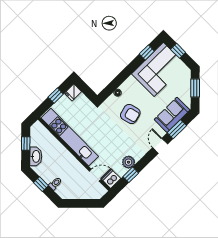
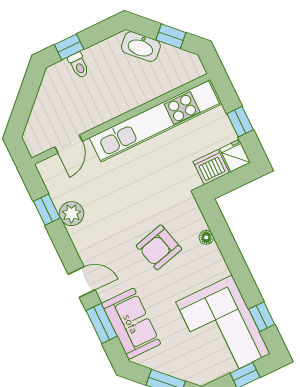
dishwasher: (111, 179) -> (211, 167), moved, turned -90
window: (41, 184) -> (69, 47), moved

